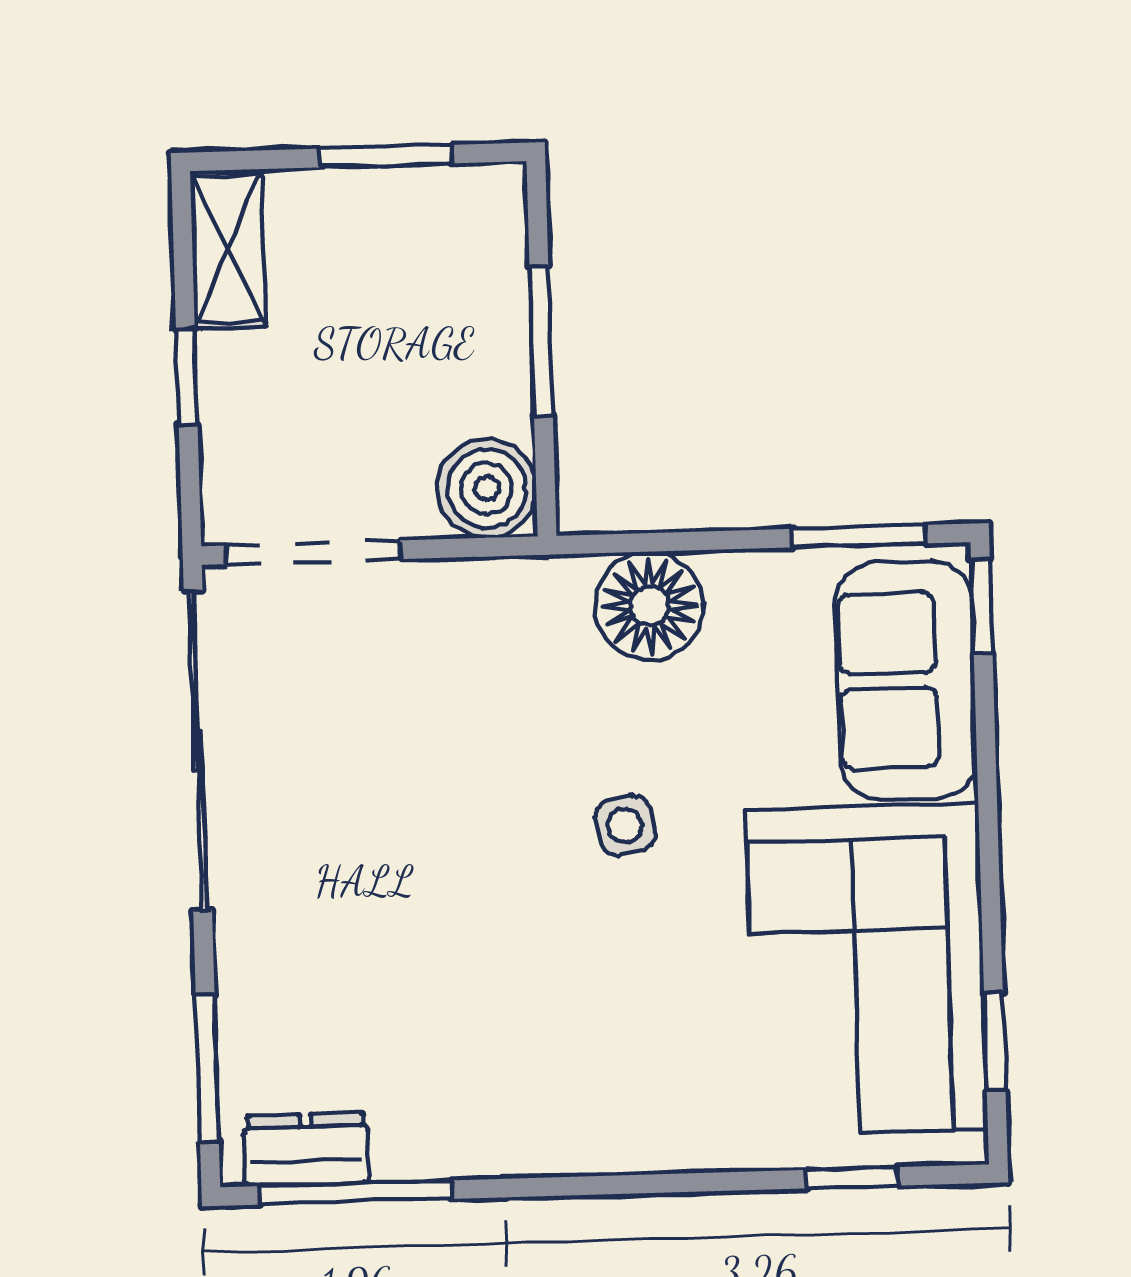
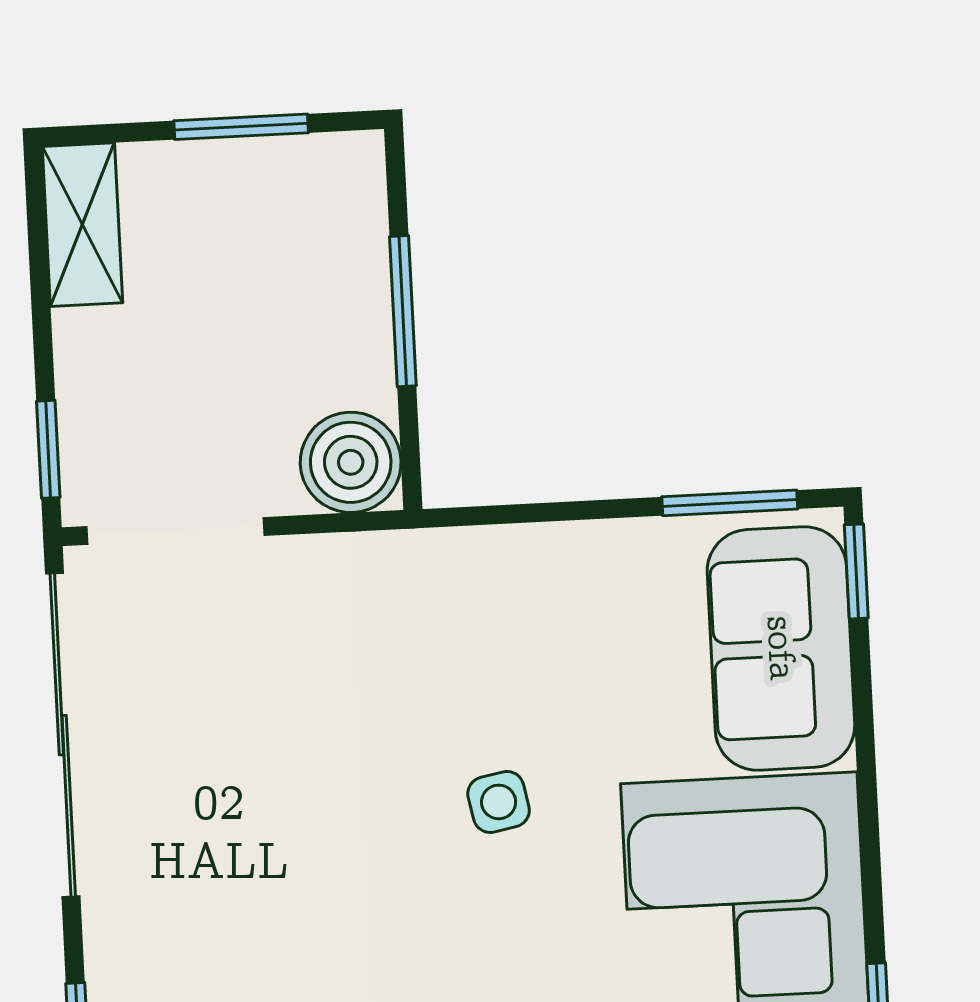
window: (187, 377) -> (48, 449), moved
floor lamp: (650, 606) -> (519, 578), removed

